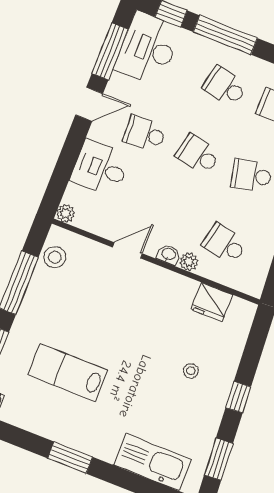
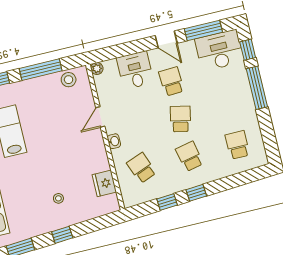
school desk: (225, 86) -> (228, 107), removed
school desk: (225, 244) -> (141, 168), turned -33
door: (127, 250) -> (100, 117), swing flipped
plant: (189, 262) -> (118, 155), removed

